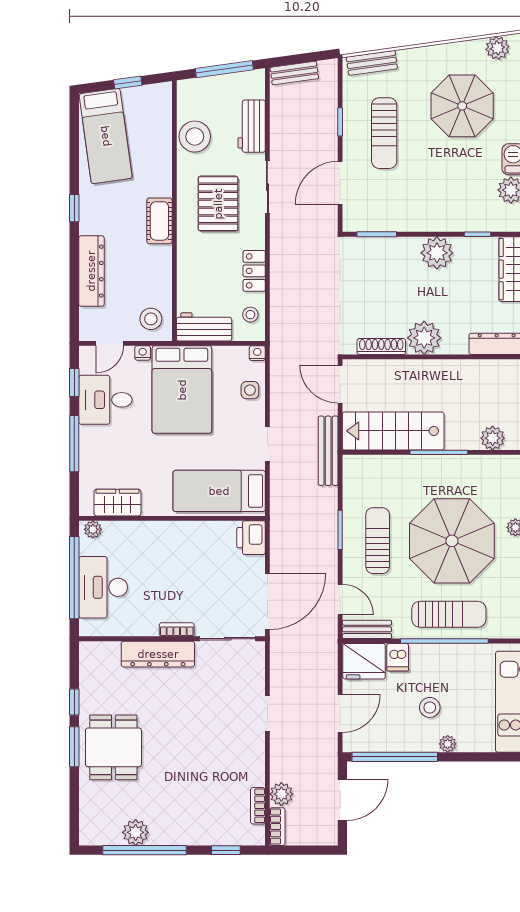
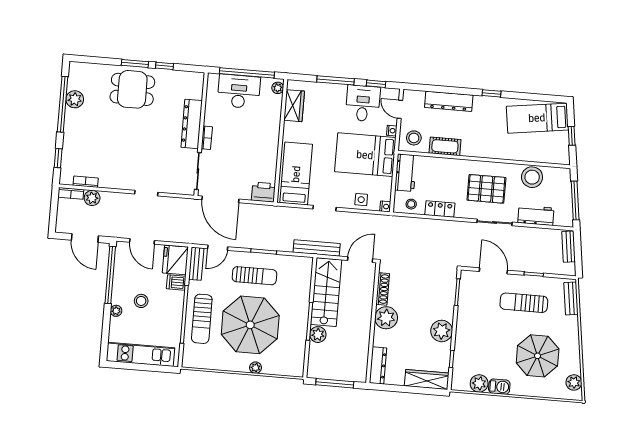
cot: (159, 221) -> (445, 146), moved
plant: (493, 438) -> (318, 335), moved

